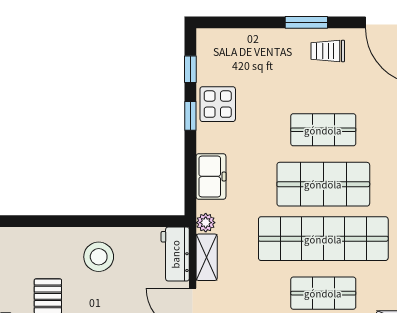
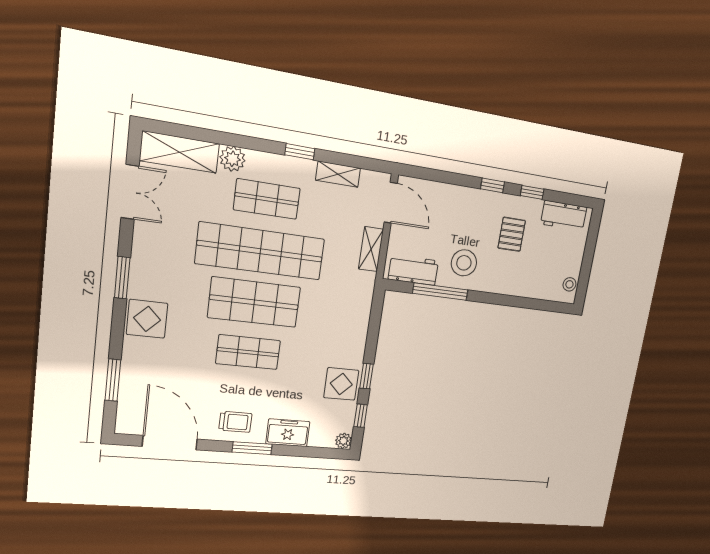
freezer: (211, 176) -> (288, 433), moved, turned 90
window: (121, 221) -> (440, 292), added
plant: (206, 223) -> (344, 441), moved
workbench: (175, 254) -> (413, 270), moved, turned -90

